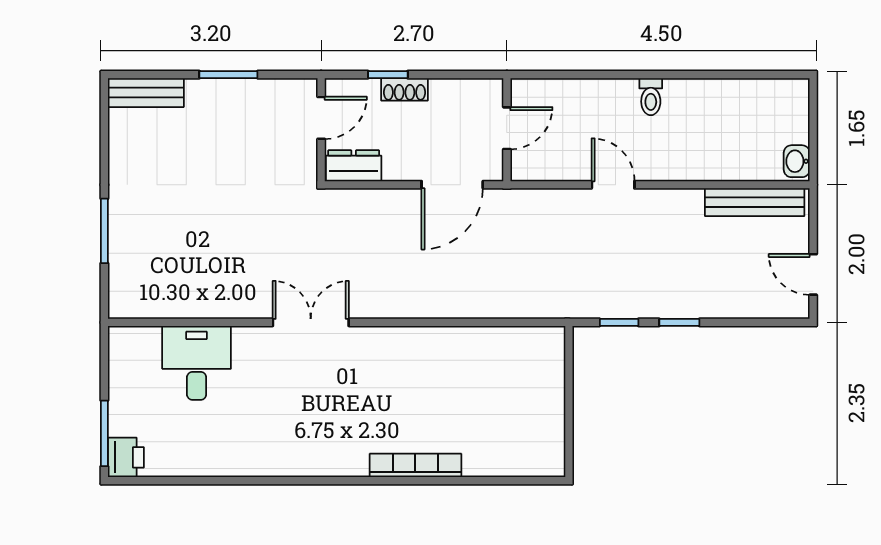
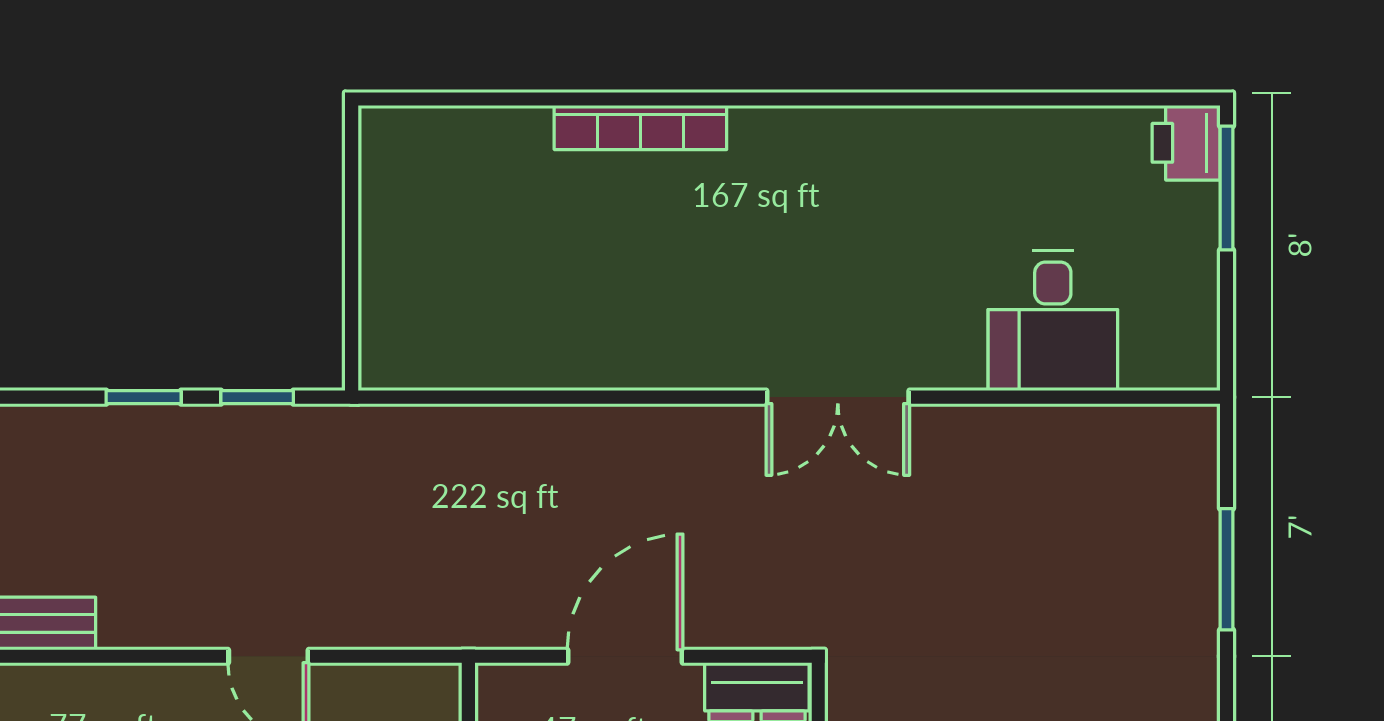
door: (452, 185) -> (625, 656), moved

